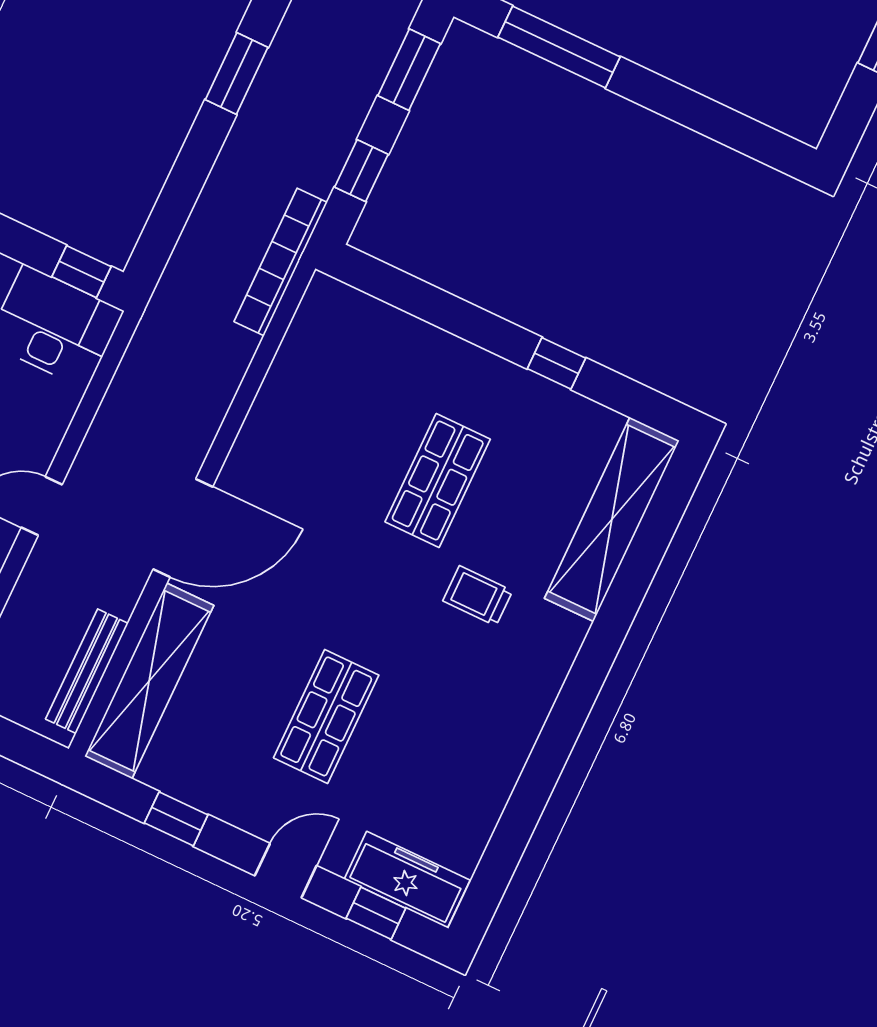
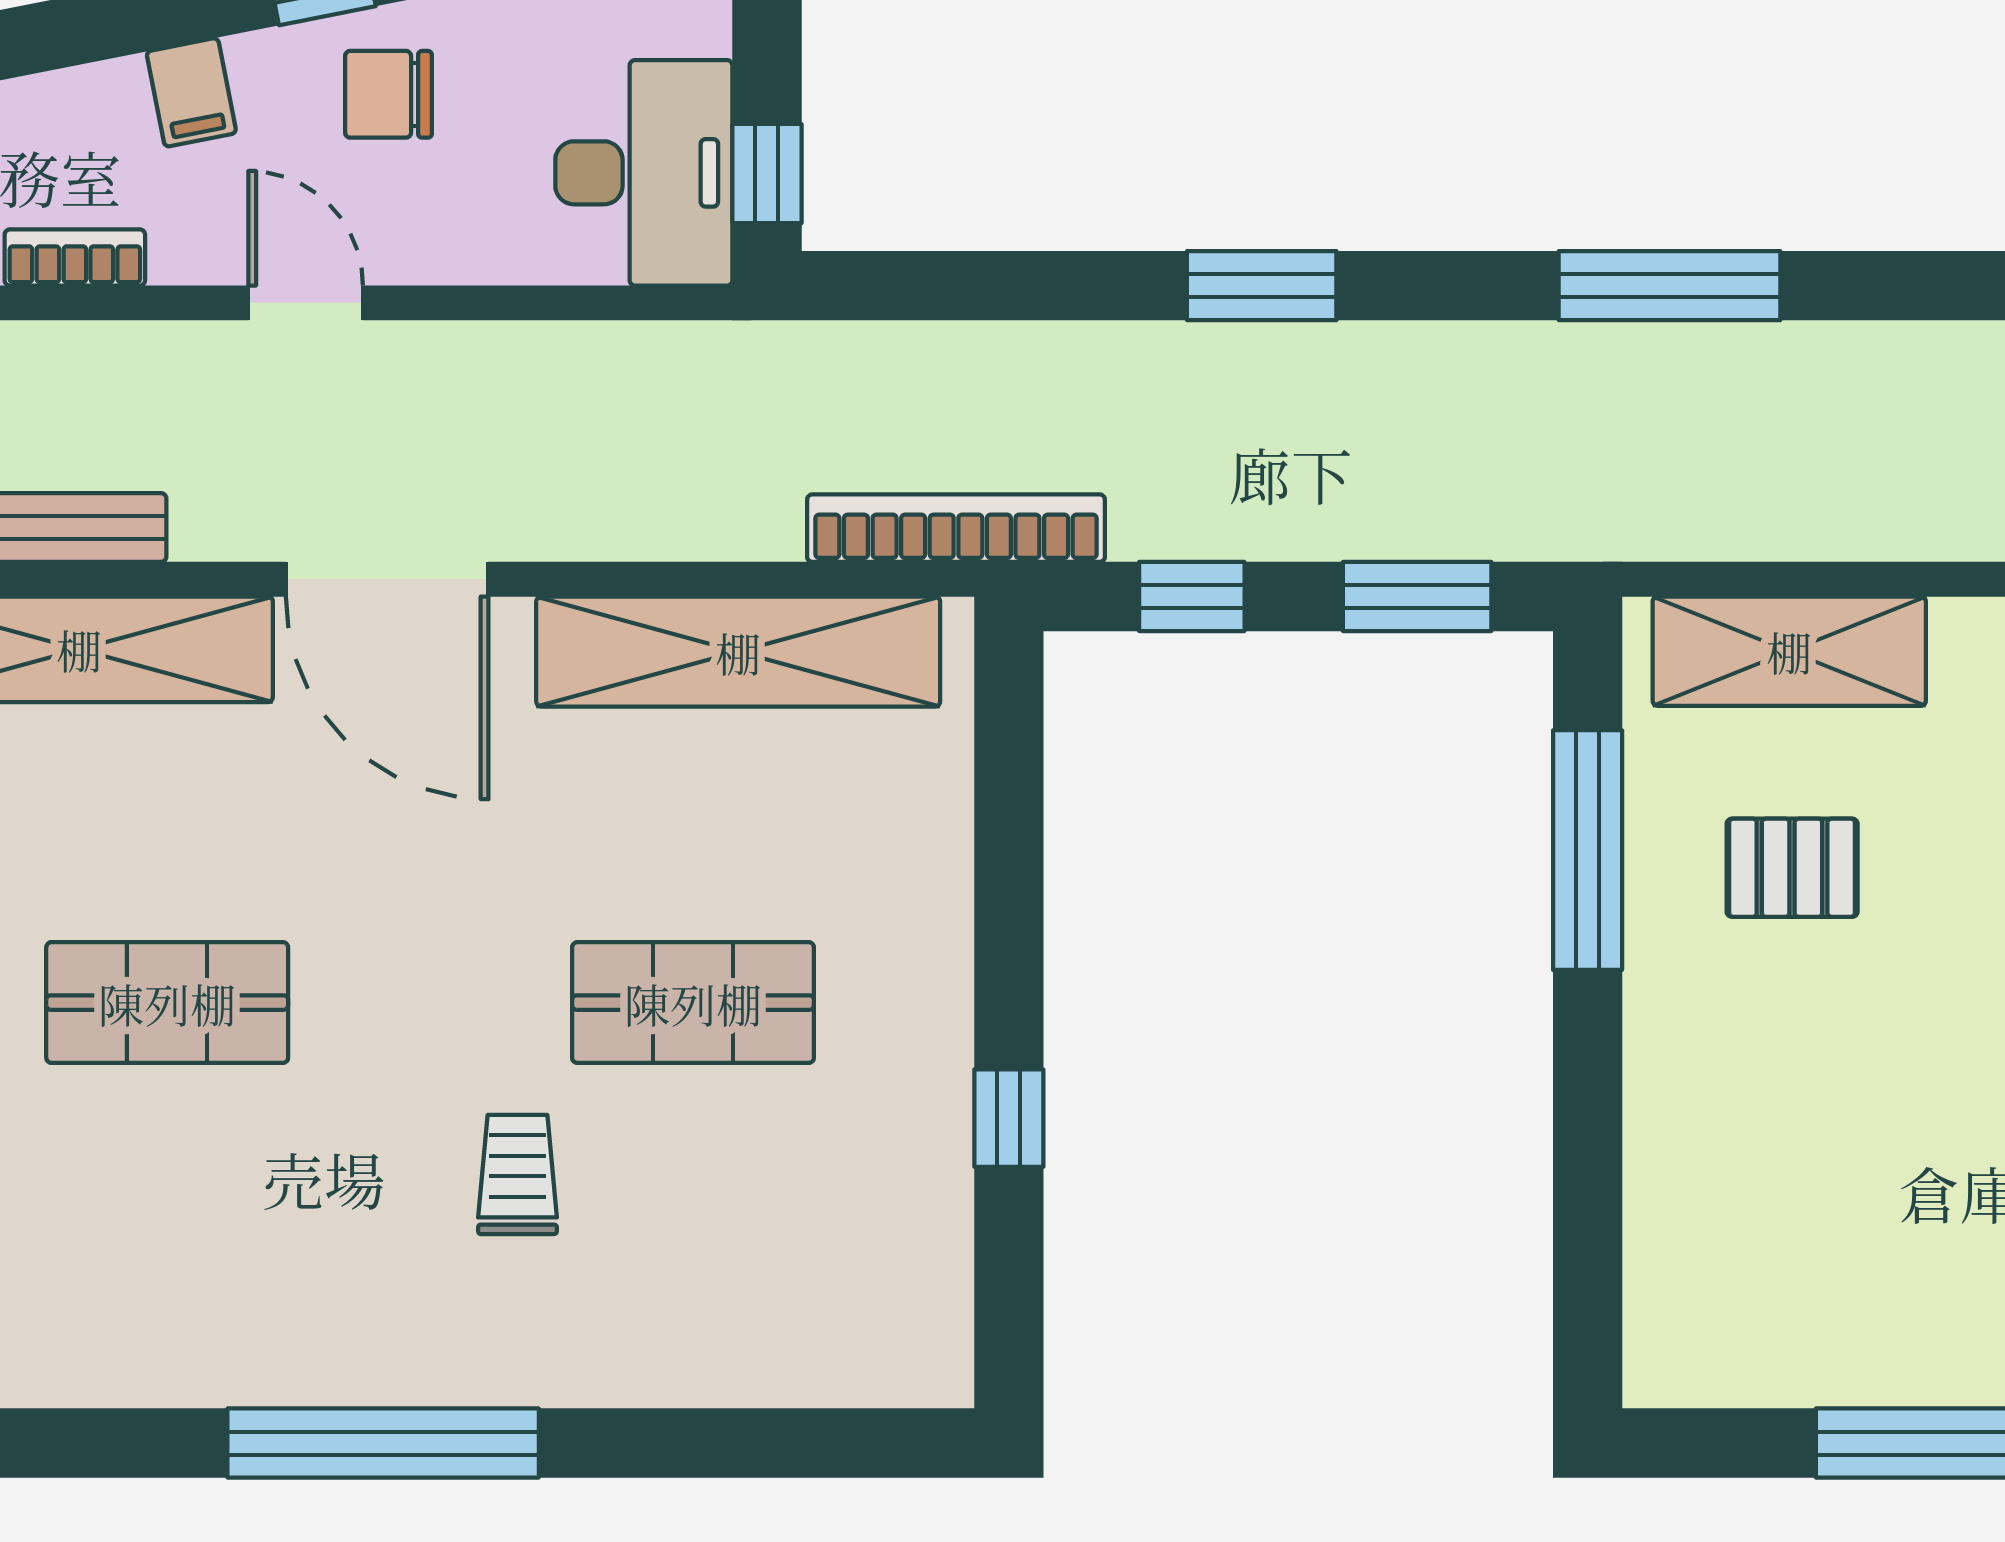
shelving: (612, 519) -> (738, 652), moved
window: (570, 713) -> (383, 1443), added

